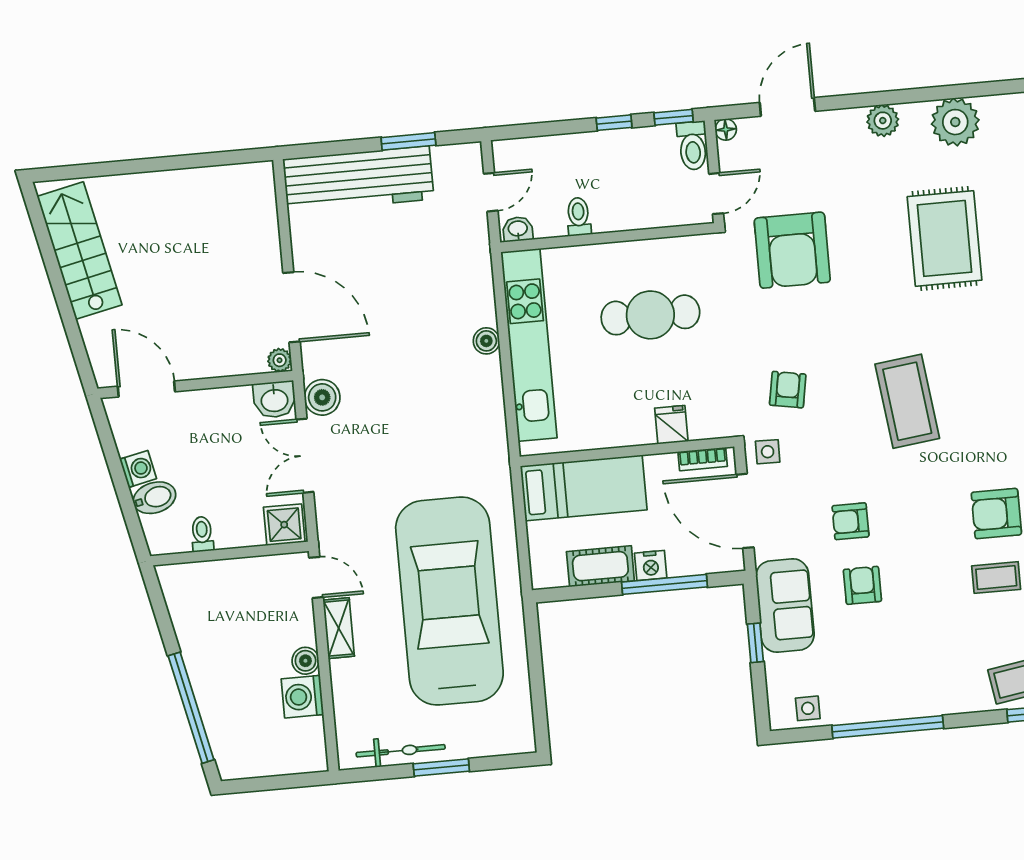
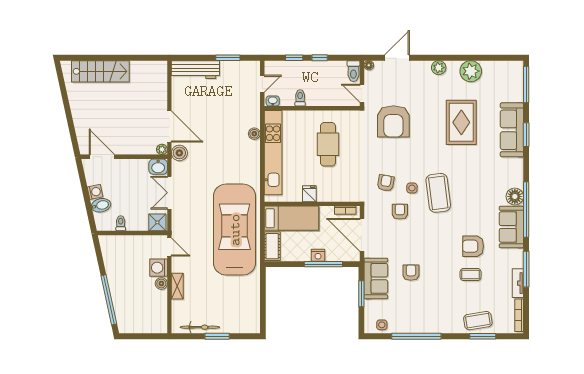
window: (674, 117) -> (294, 58), moved
workbench: (358, 179) -> (195, 70), width x0.73, depth x0.76
door: (716, 194) -> (362, 93), swing flipped
stairs: (79, 251) -> (100, 71), moved, turned 102
cafe table: (650, 315) -> (328, 144), turned 90
boiler: (486, 341) -> (254, 134), moved
boiler: (322, 397) -> (179, 153), moved
fridge: (671, 425) -> (309, 194), moved
side table: (768, 452) -> (412, 188), moved
armchair: (851, 521) -> (400, 212), moved, turned 90
cot: (600, 566) -> (272, 246), moved, turned 90
car: (449, 601) -> (235, 230), moved
shelving: (339, 628) -> (177, 286), moved
window: (755, 643) -> (361, 294), width x1.50
washing machine: (302, 697) -> (159, 268), moved

